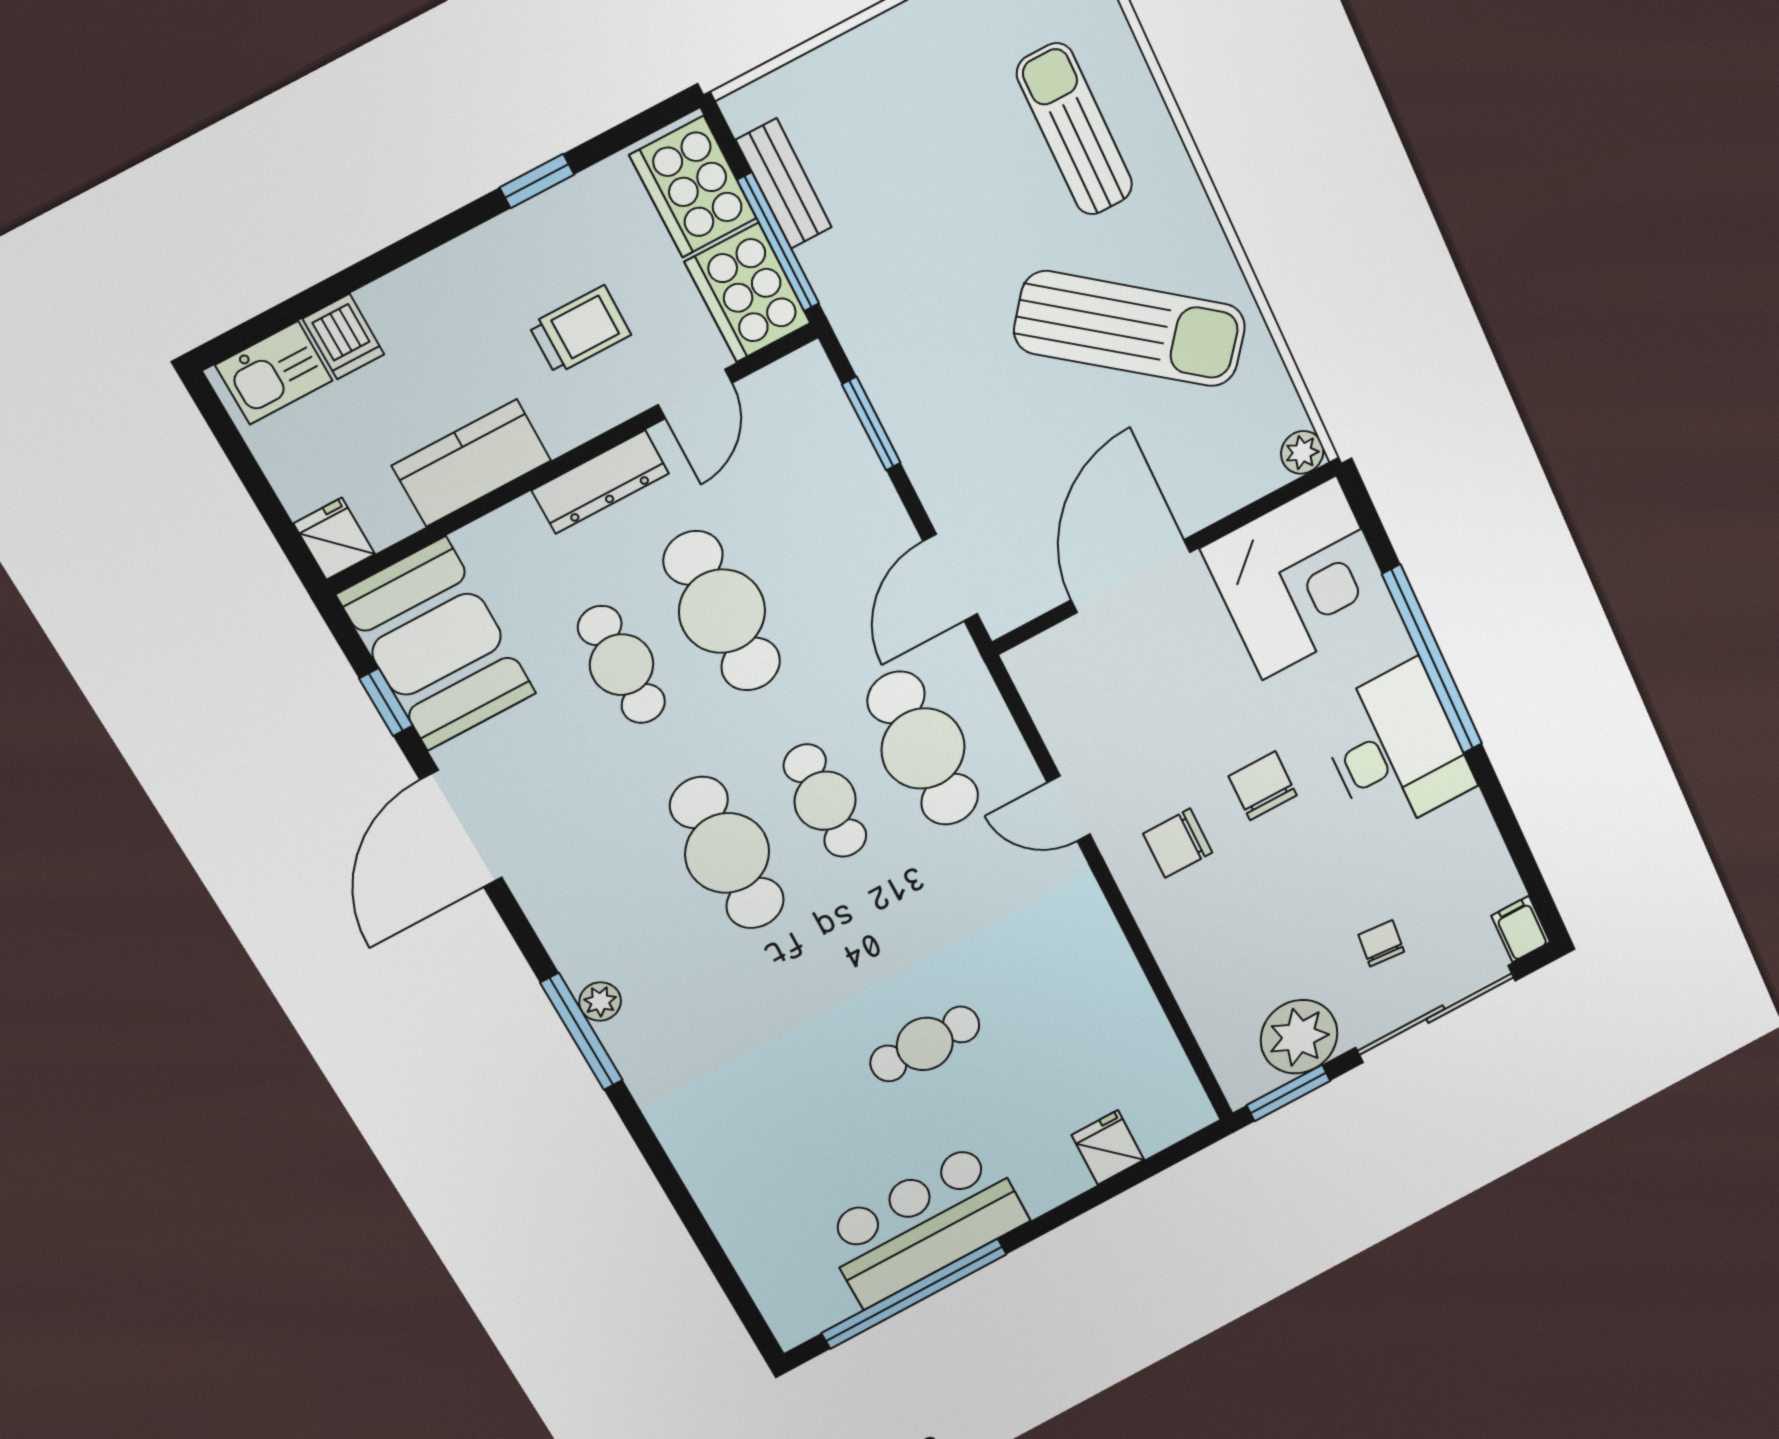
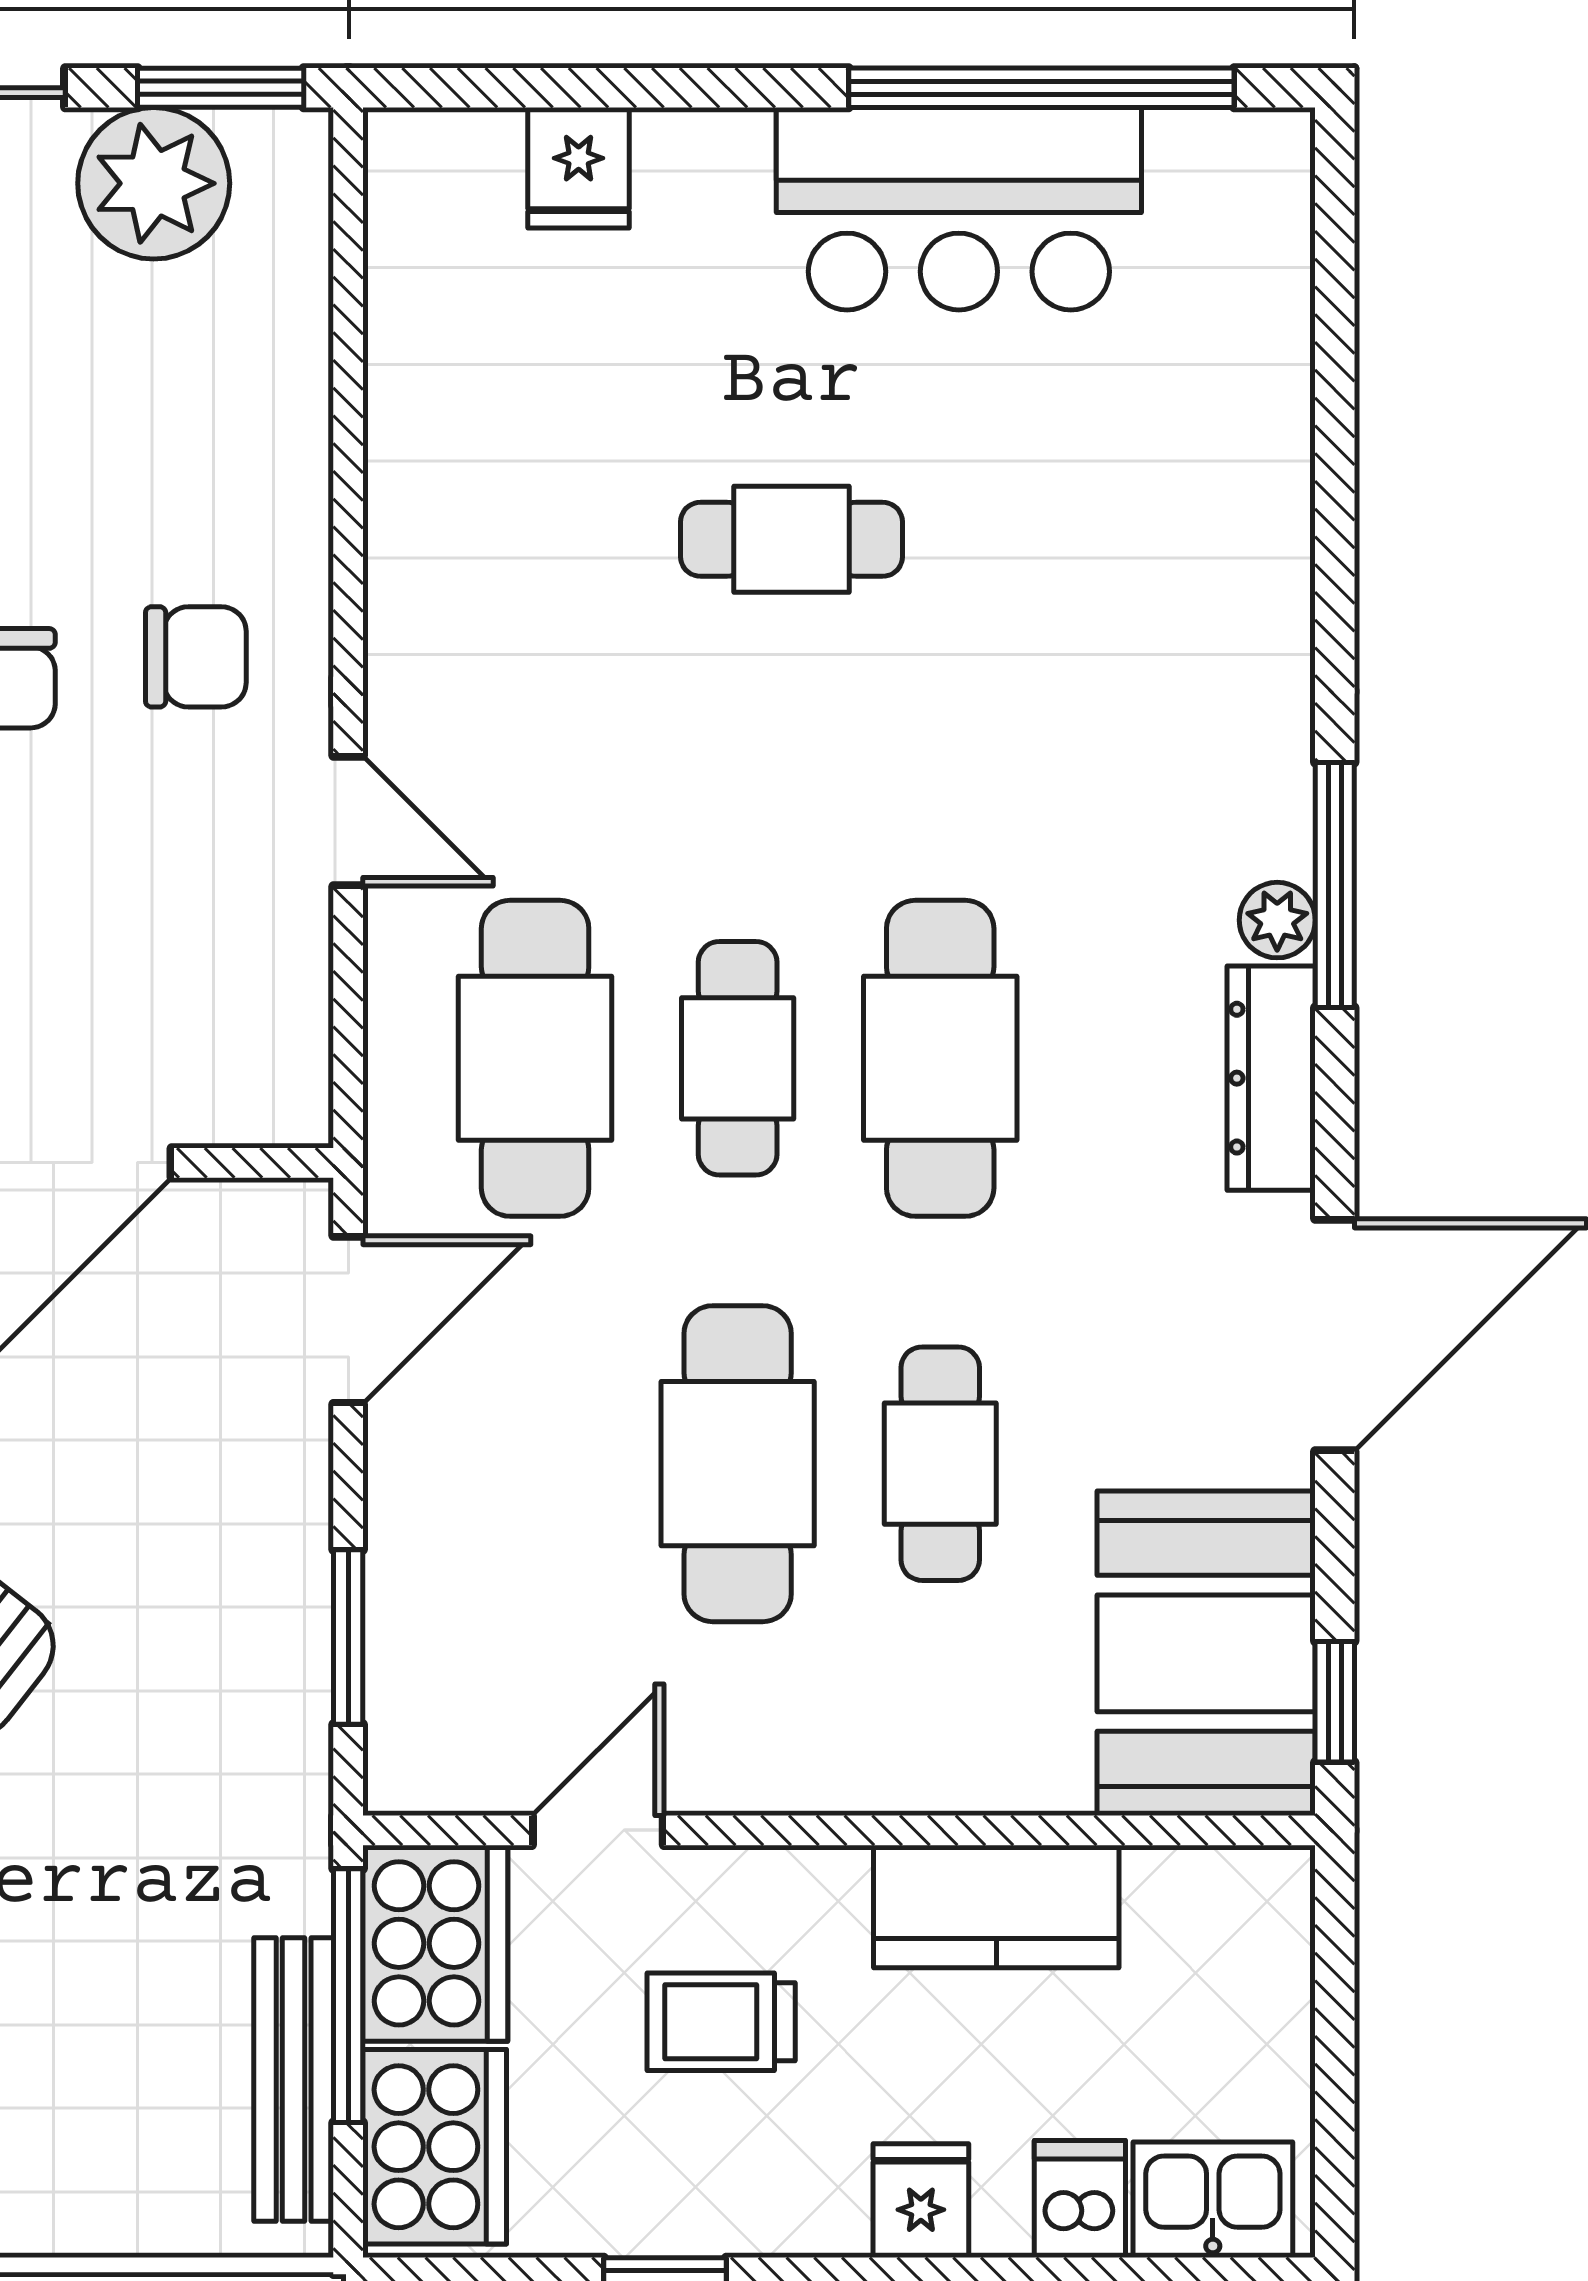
bench: (784, 184) -> (294, 2079), width x1.36
dresser: (600, 482) -> (1271, 1078), moved, turned -90
fridge: (334, 539) -> (921, 2201), moved, turned 180
window: (386, 702) -> (1335, 1702), moved

